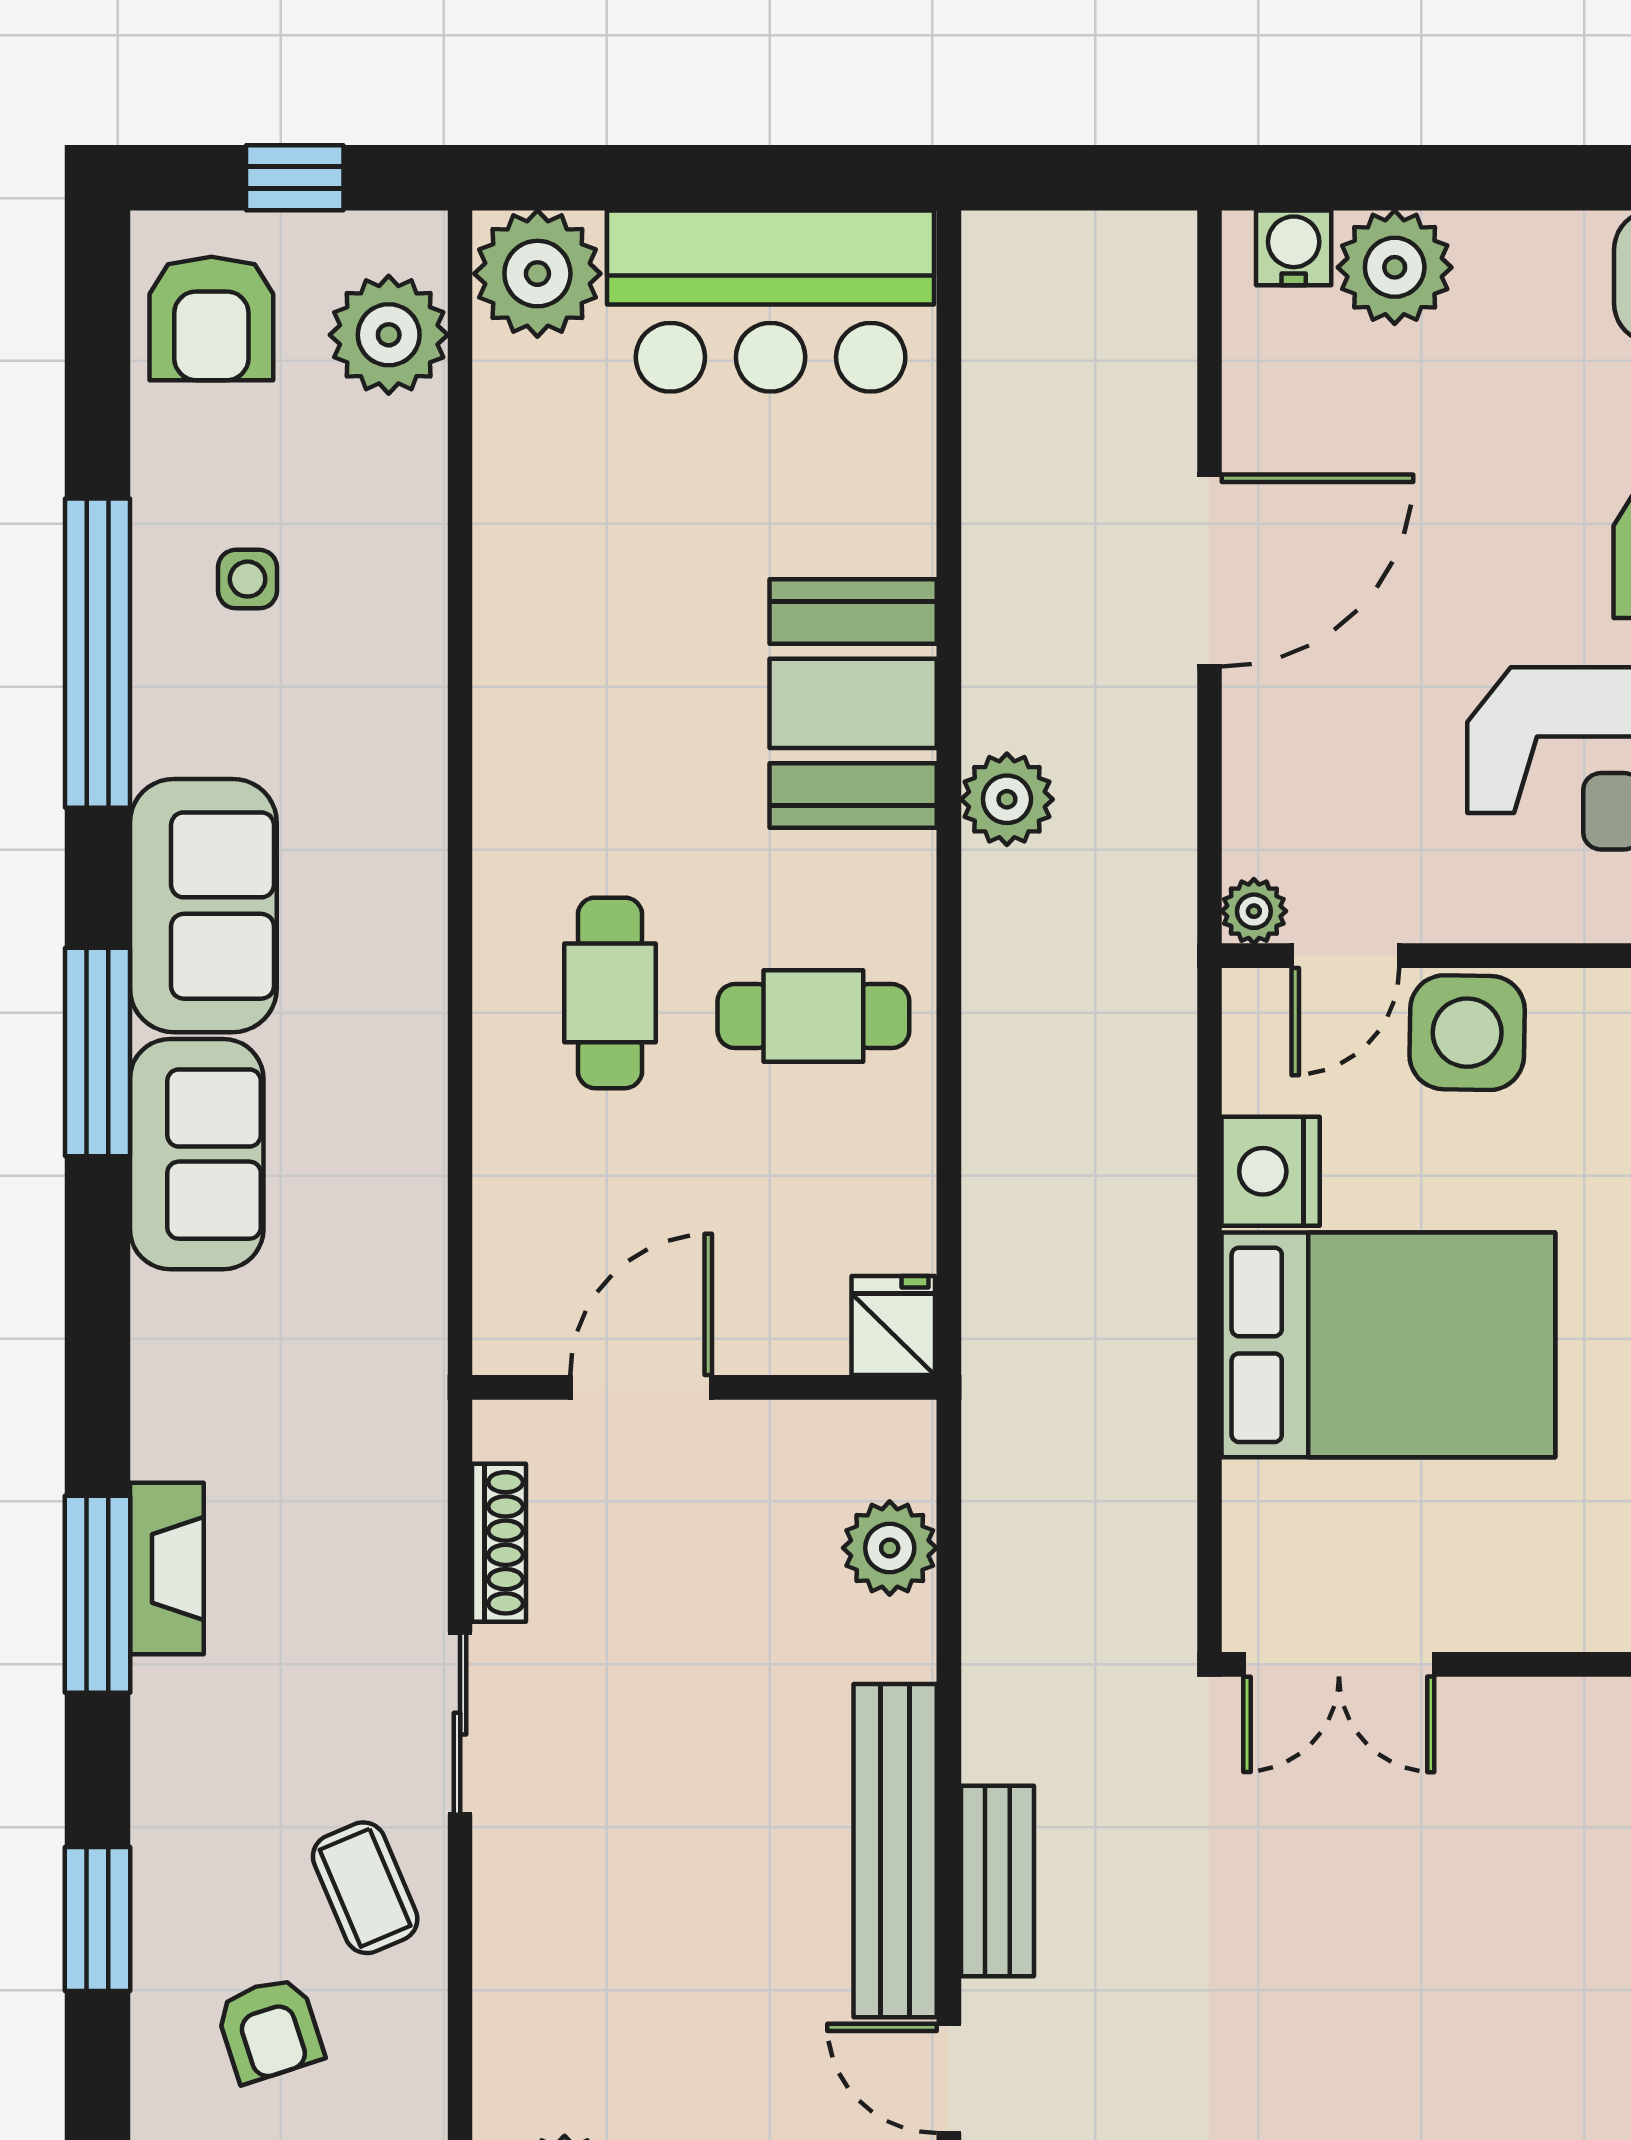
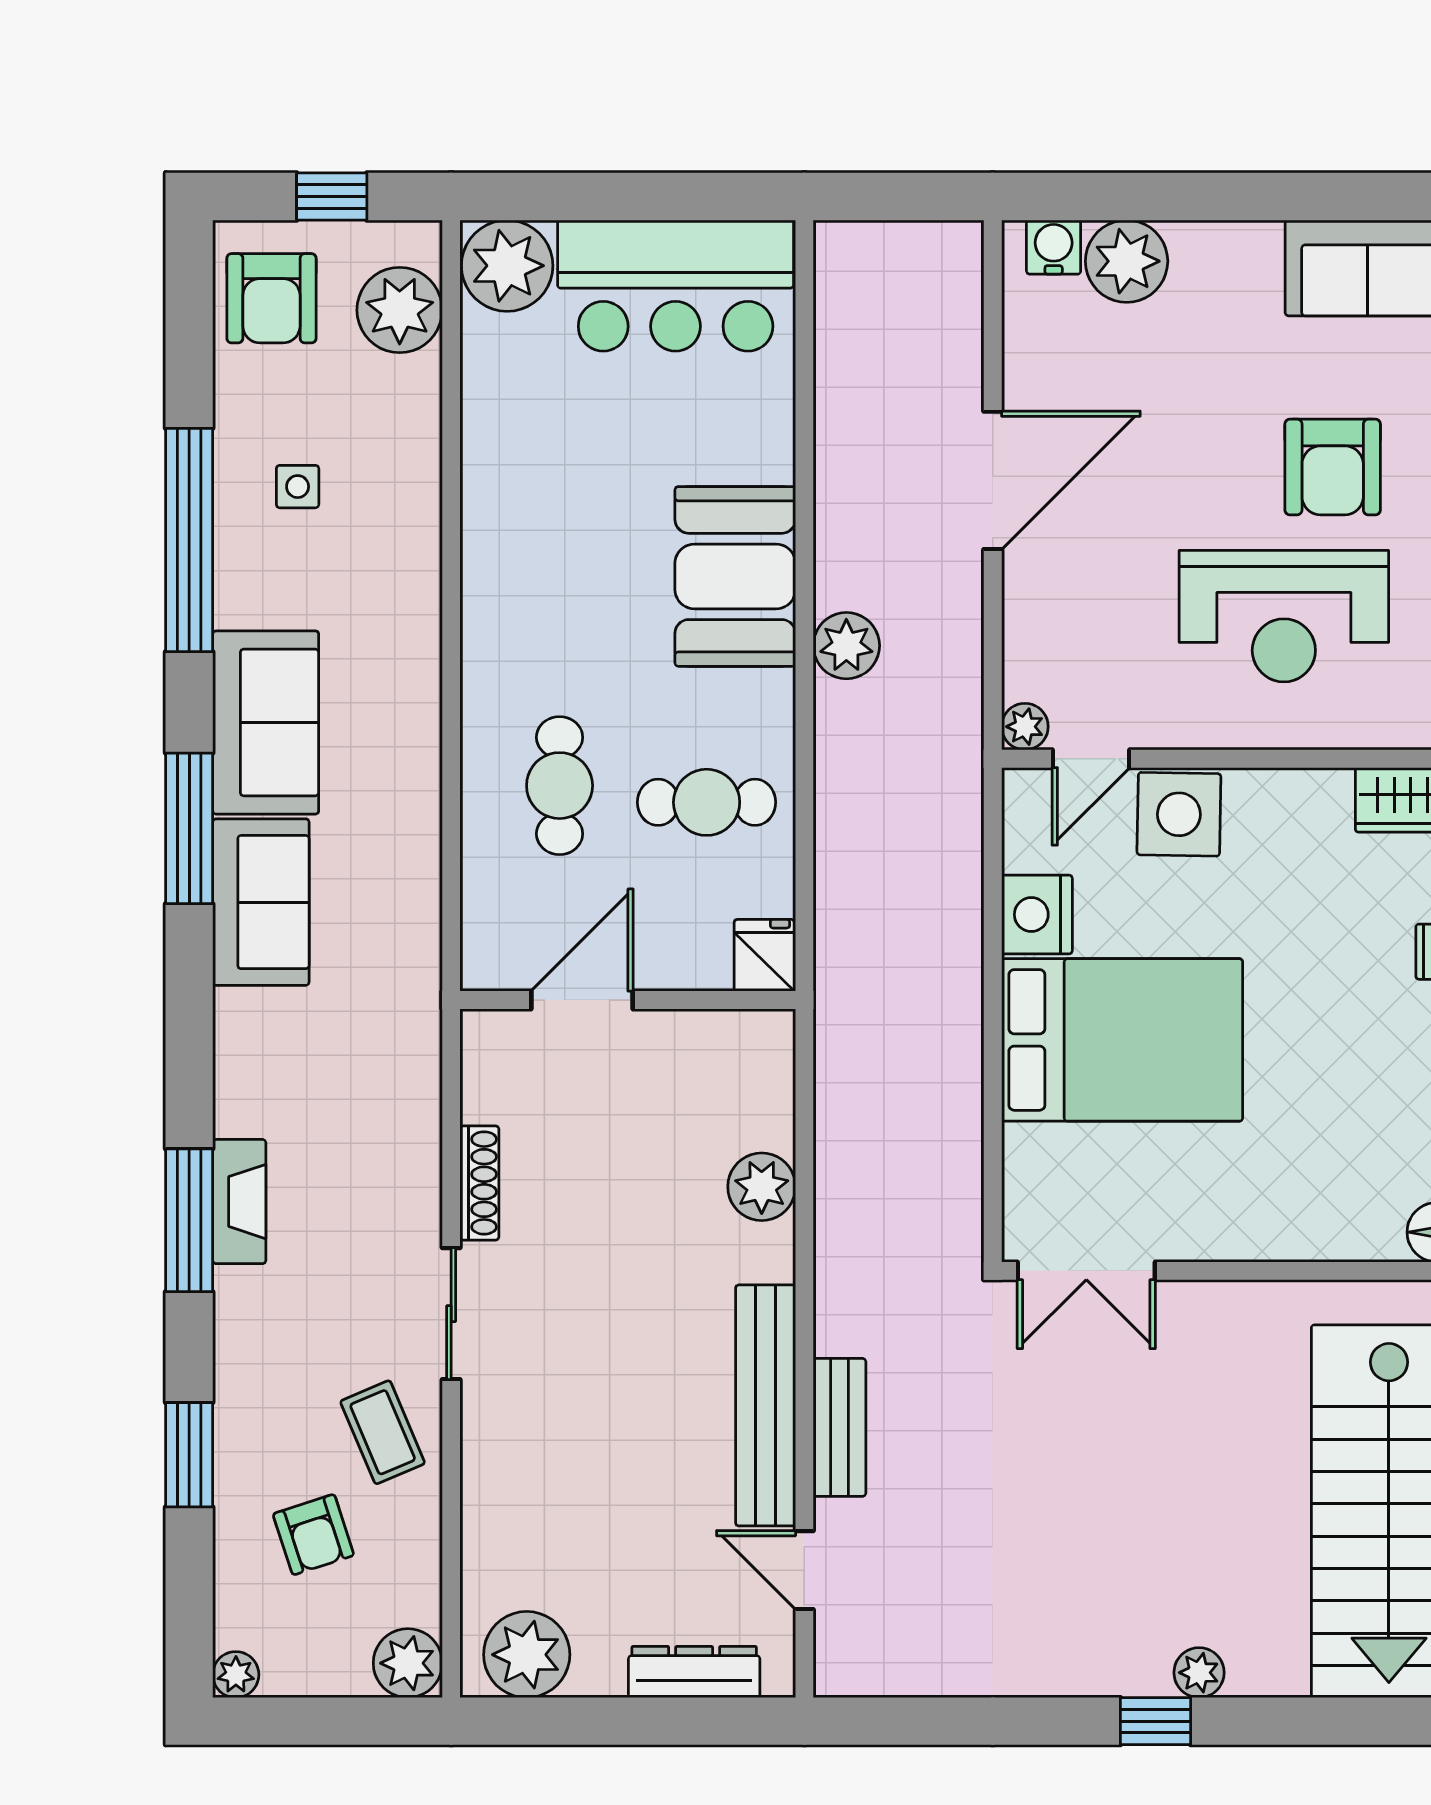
fridge: (893, 1325) -> (764, 955), moved
door: (641, 1387) -> (582, 1000), moved
wall: (704, 1387) -> (628, 1000), moved

